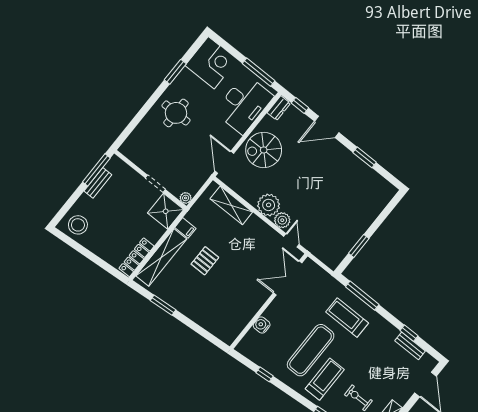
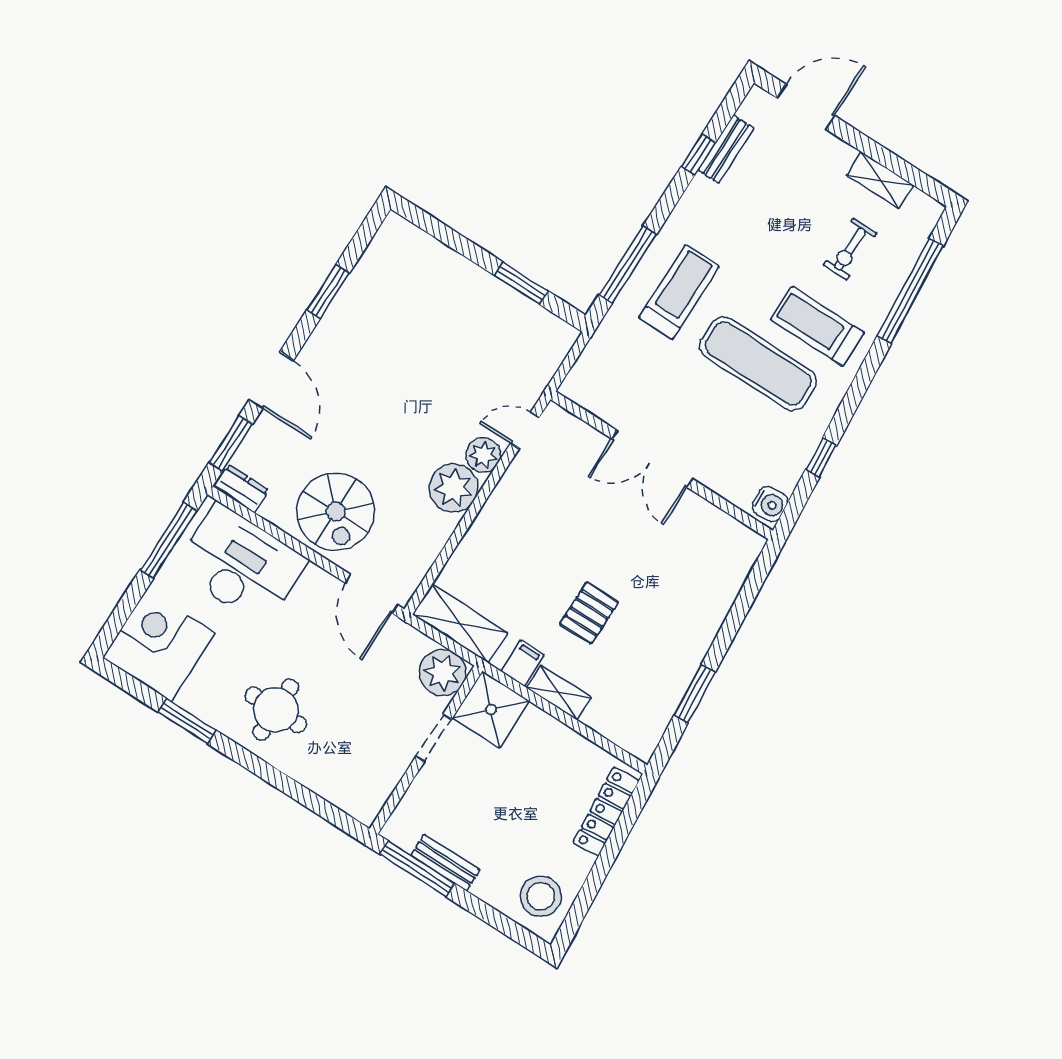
window: (300, 105) -> (231, 443), width x1.50
door: (224, 162) -> (371, 594), hinge flipped
plant: (186, 198) -> (443, 673), width x1.87, depth x1.87
shelving: (231, 205) -> (460, 624), moved, turned 90
locker: (137, 257) -> (606, 812), moved, turned 85
shelving: (161, 257) -> (559, 693), width x0.45, depth x0.75
pallet: (205, 261) -> (589, 613), turned 90
double door: (288, 278) -> (652, 459), moved
treadmill: (347, 317) -> (679, 292), turned 180
water cooler: (262, 325) -> (770, 504), moved, turned -95

